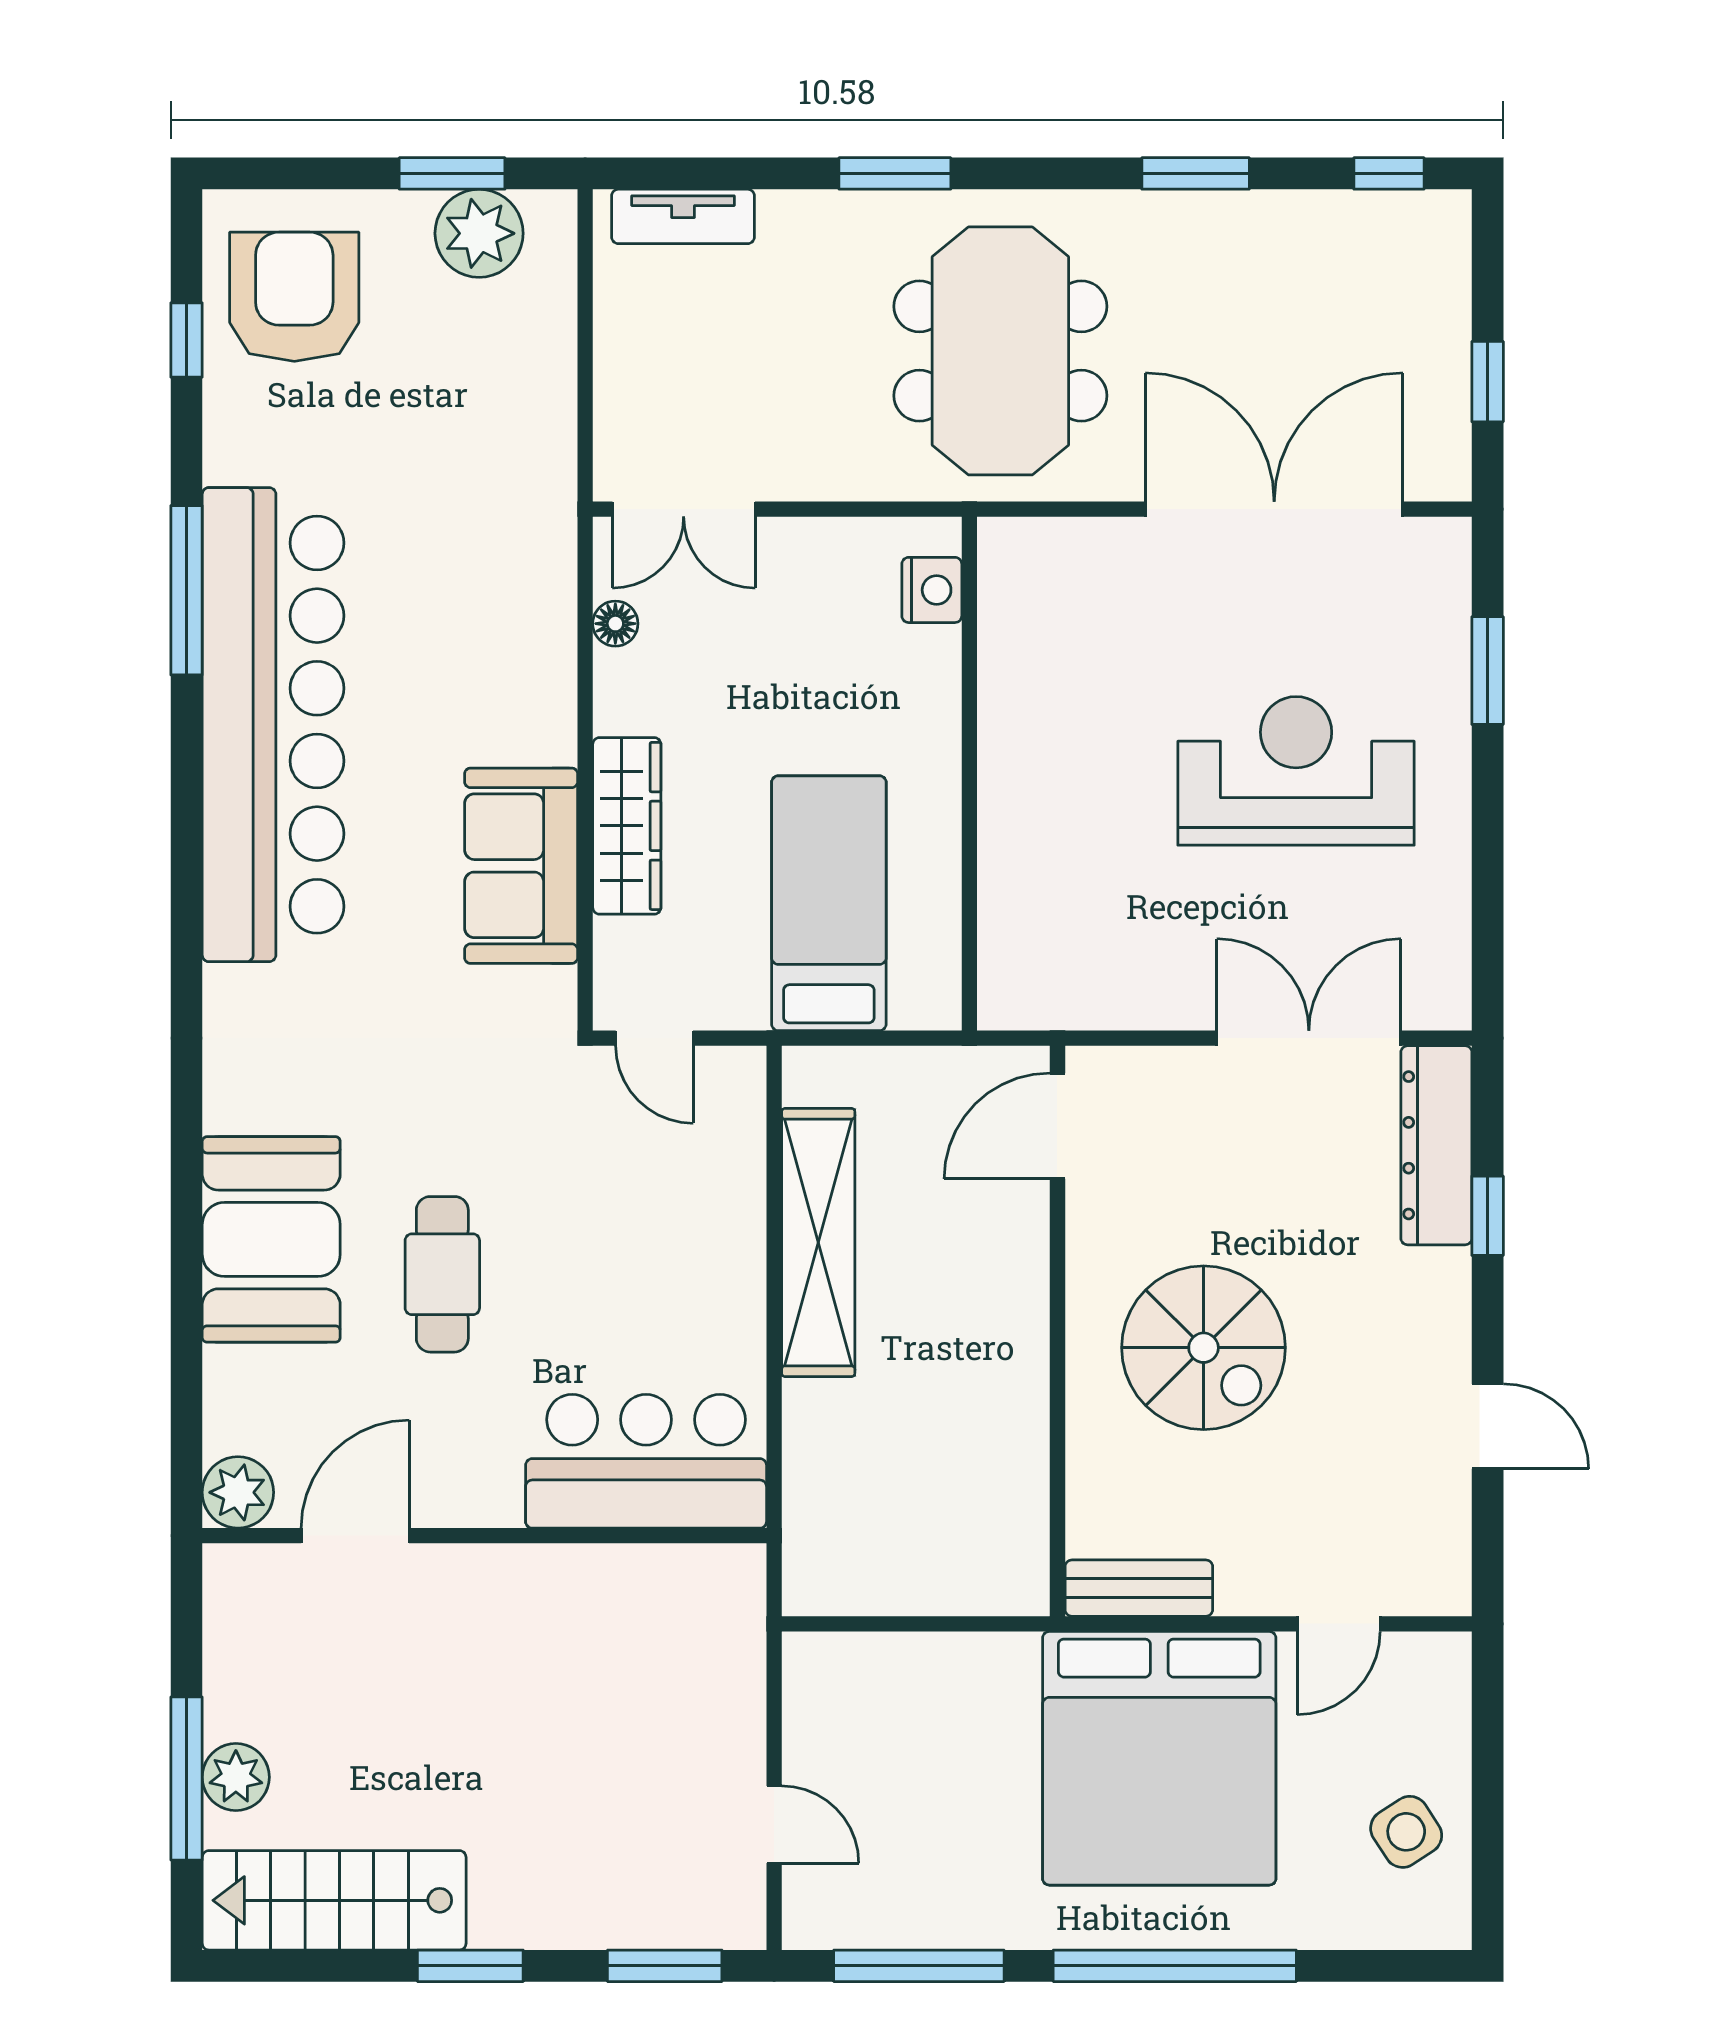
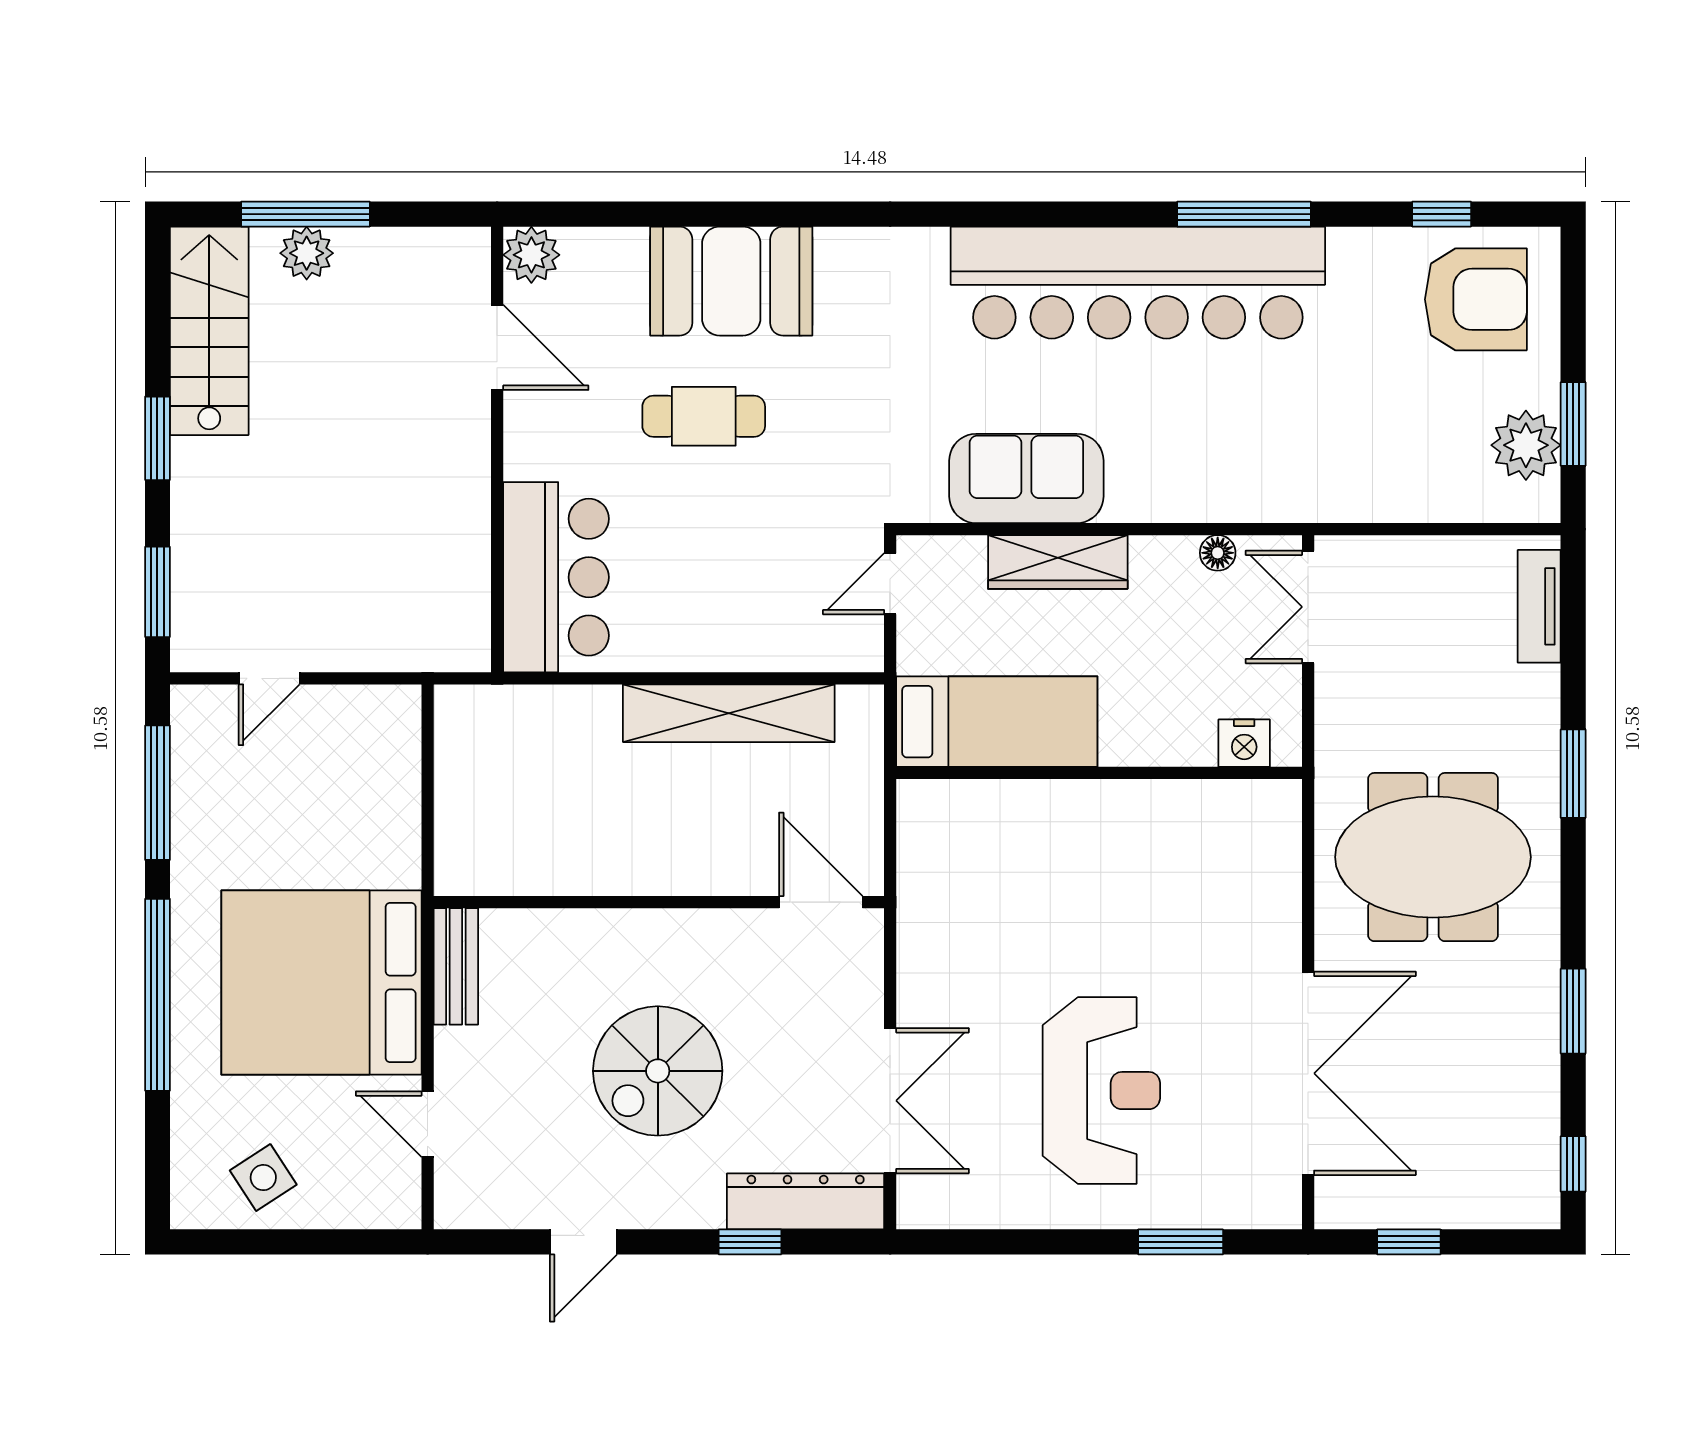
nightstand: (932, 590) -> (1244, 743), moved
wall: (969, 774) -> (1099, 773), moved
spiral stairs: (1204, 1348) -> (658, 1071), moved

